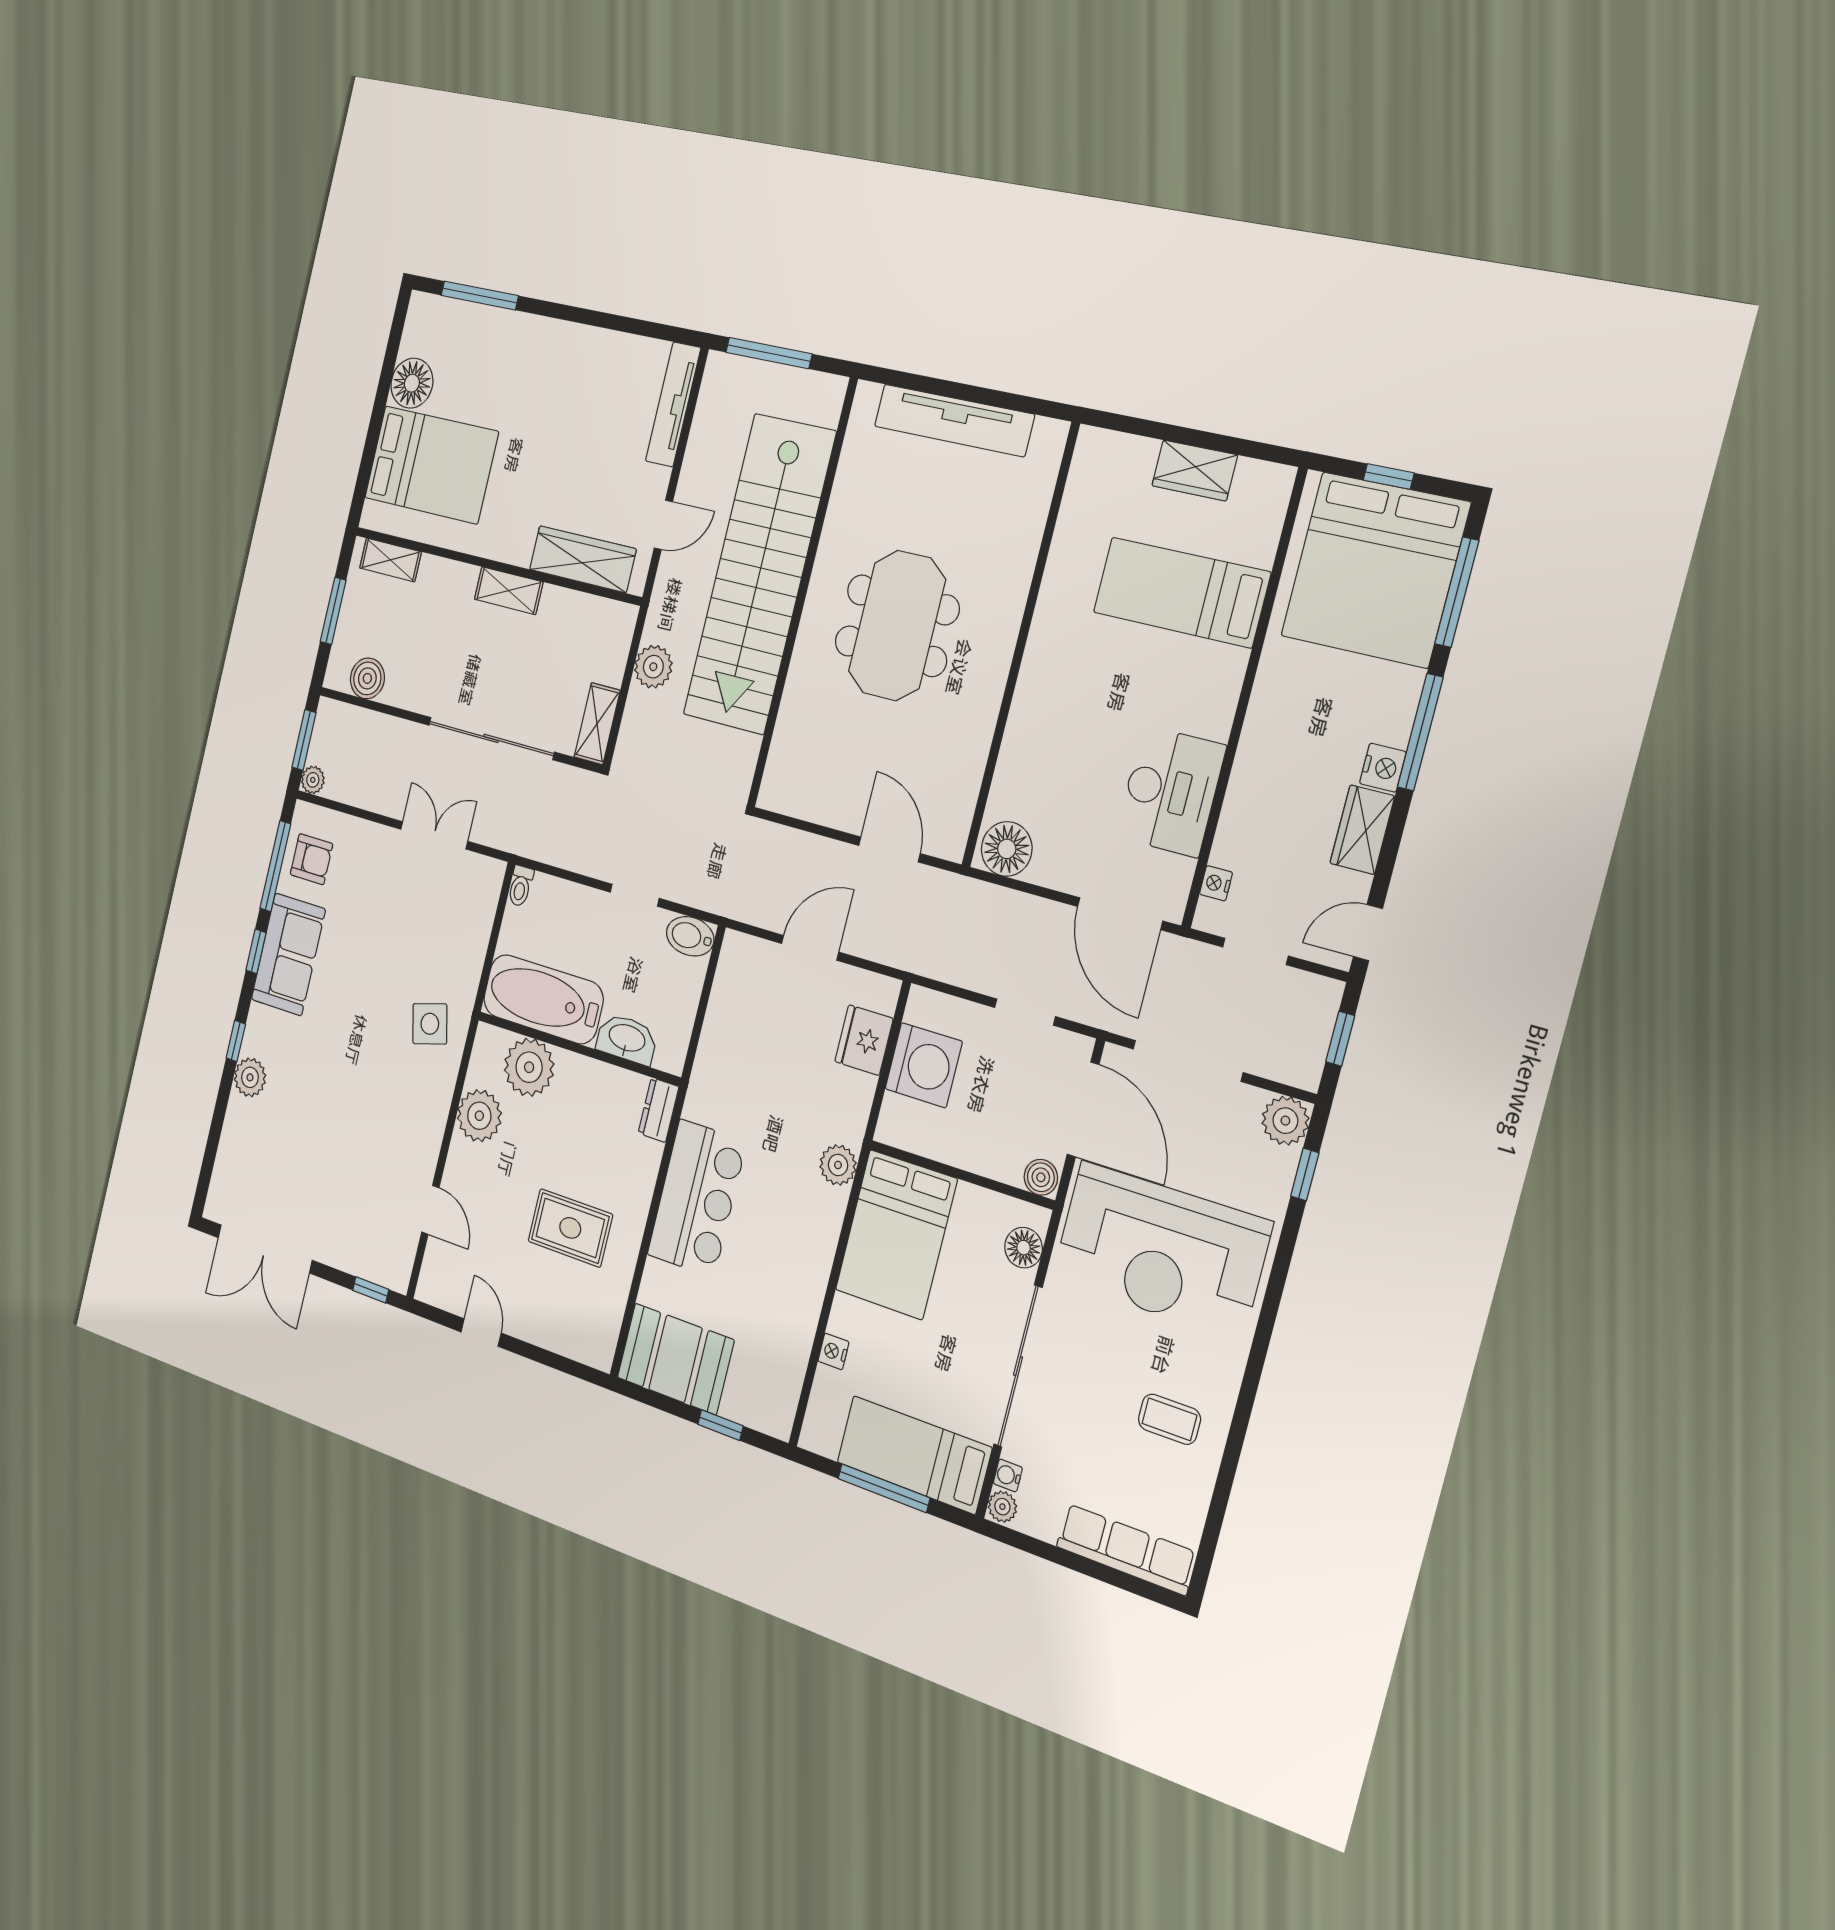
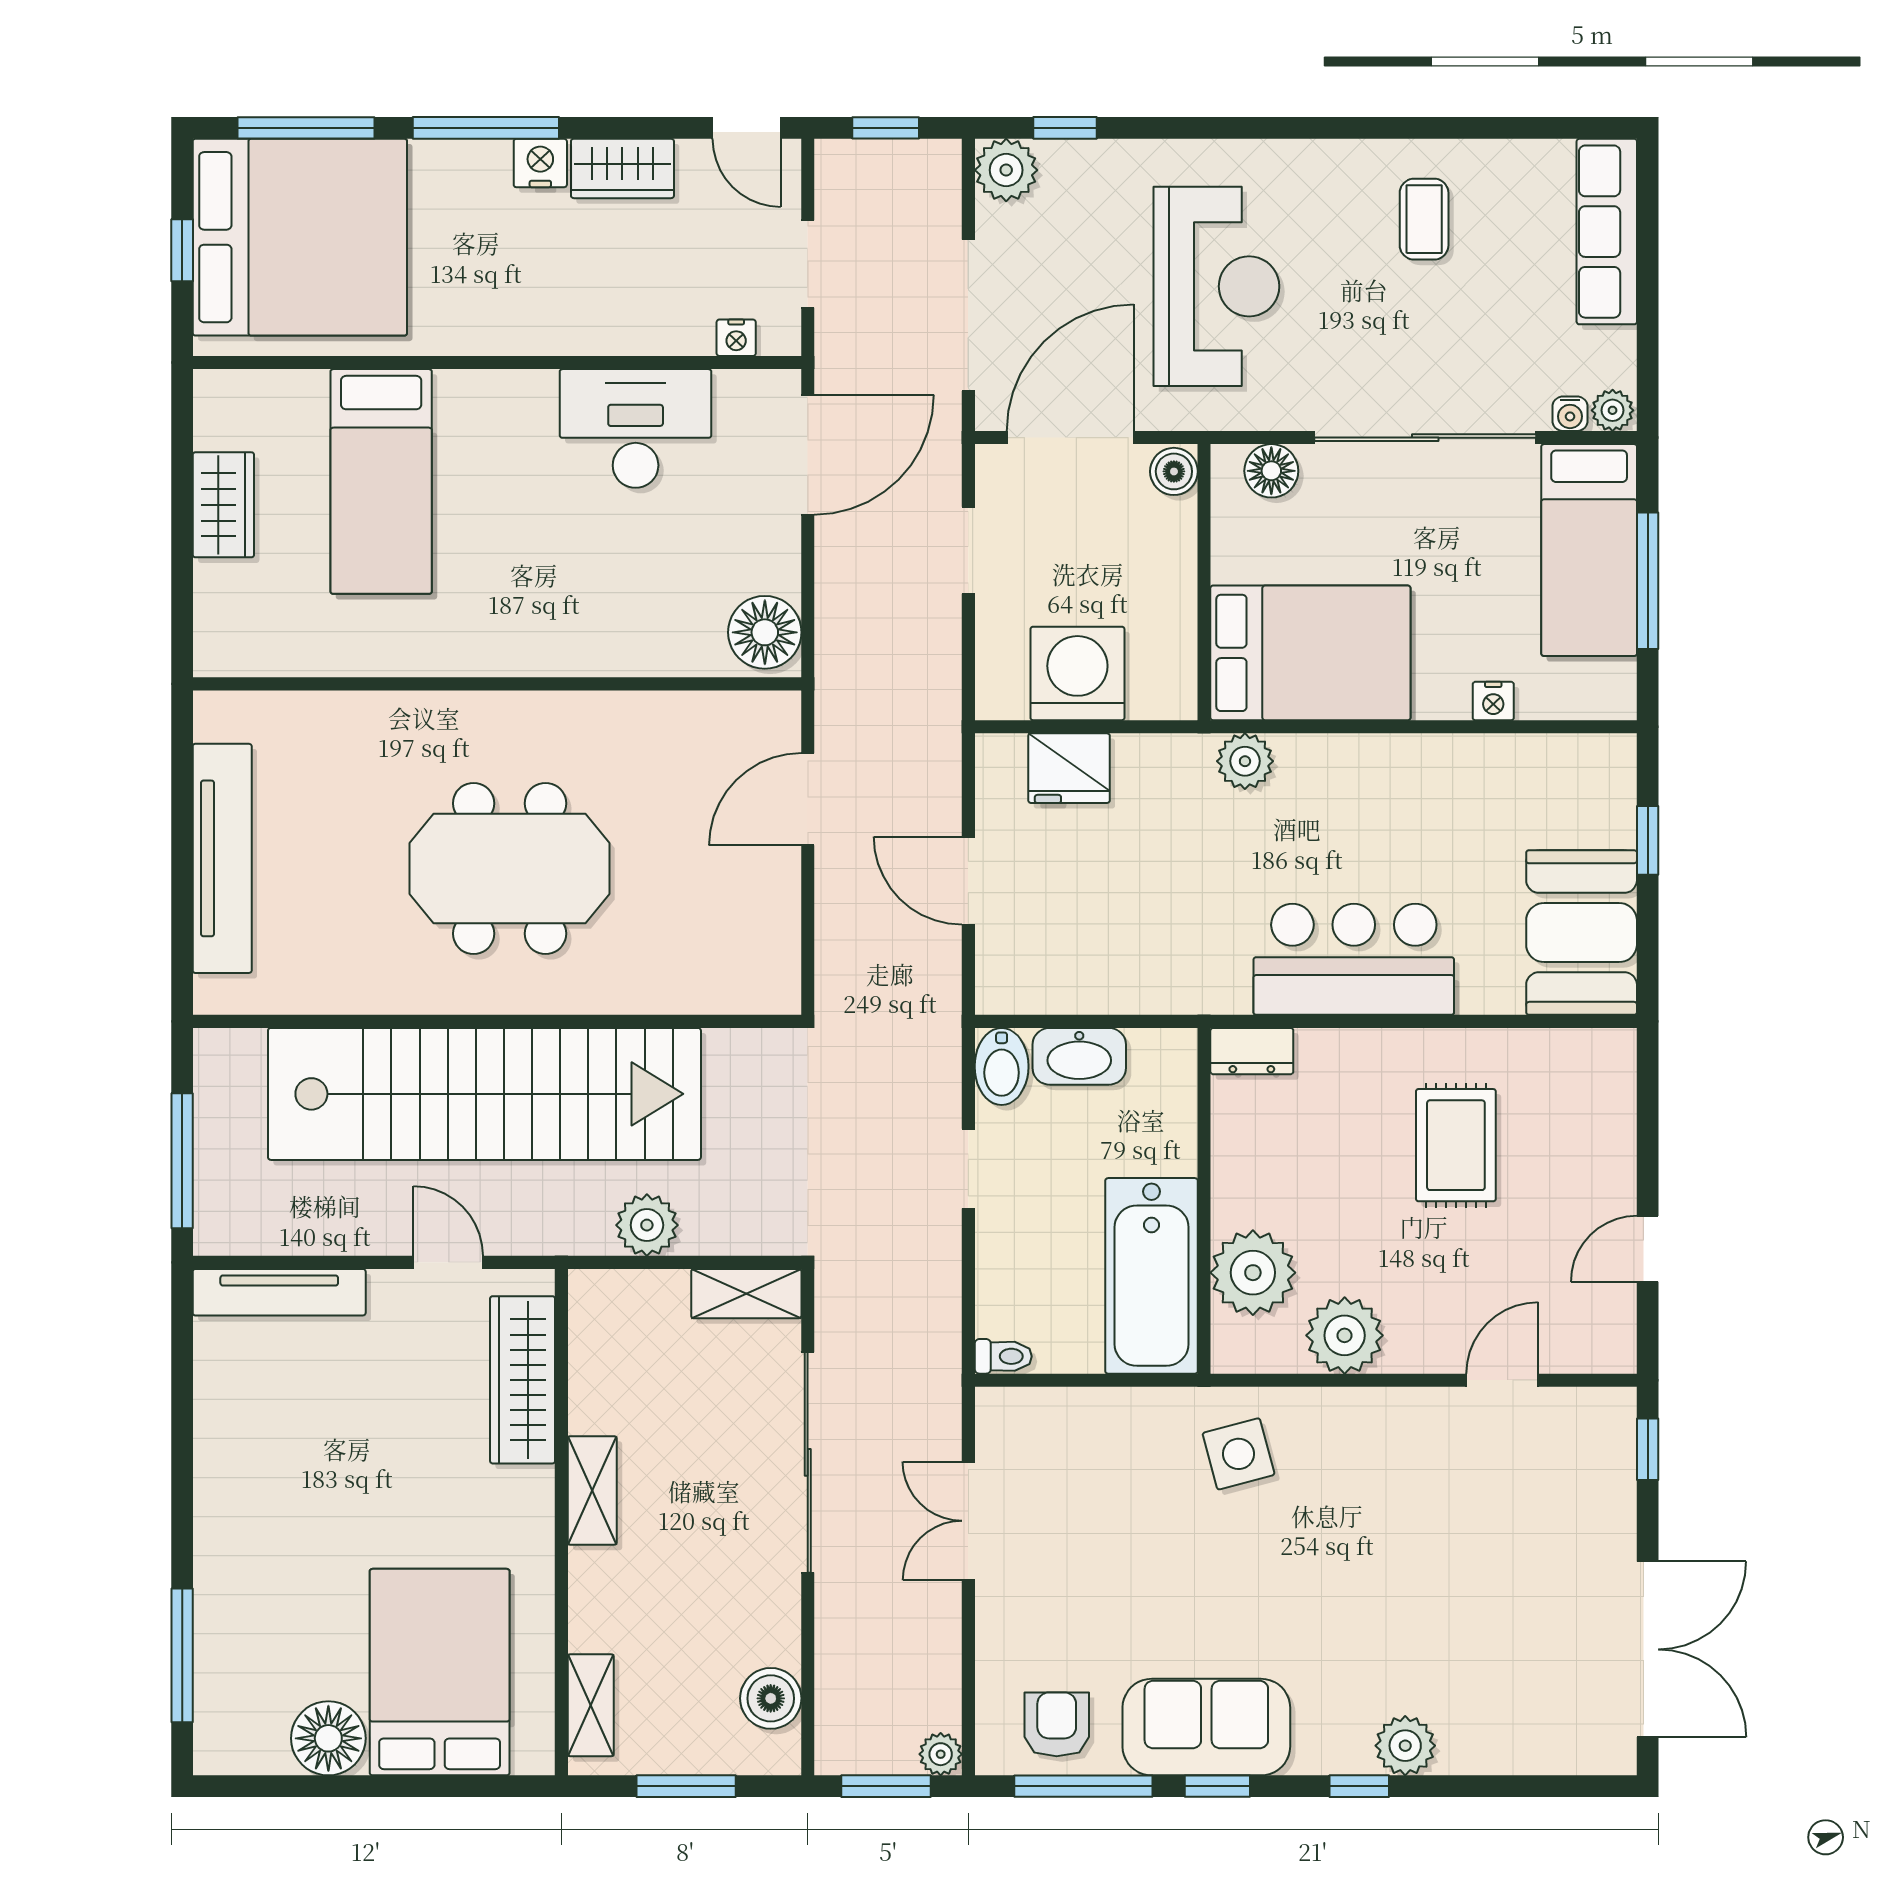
washbasin: (627, 1039) -> (1079, 1056), moved, turned -90
reception desk: (1161, 1250) -> (1216, 286), width x0.74, depth x0.77

